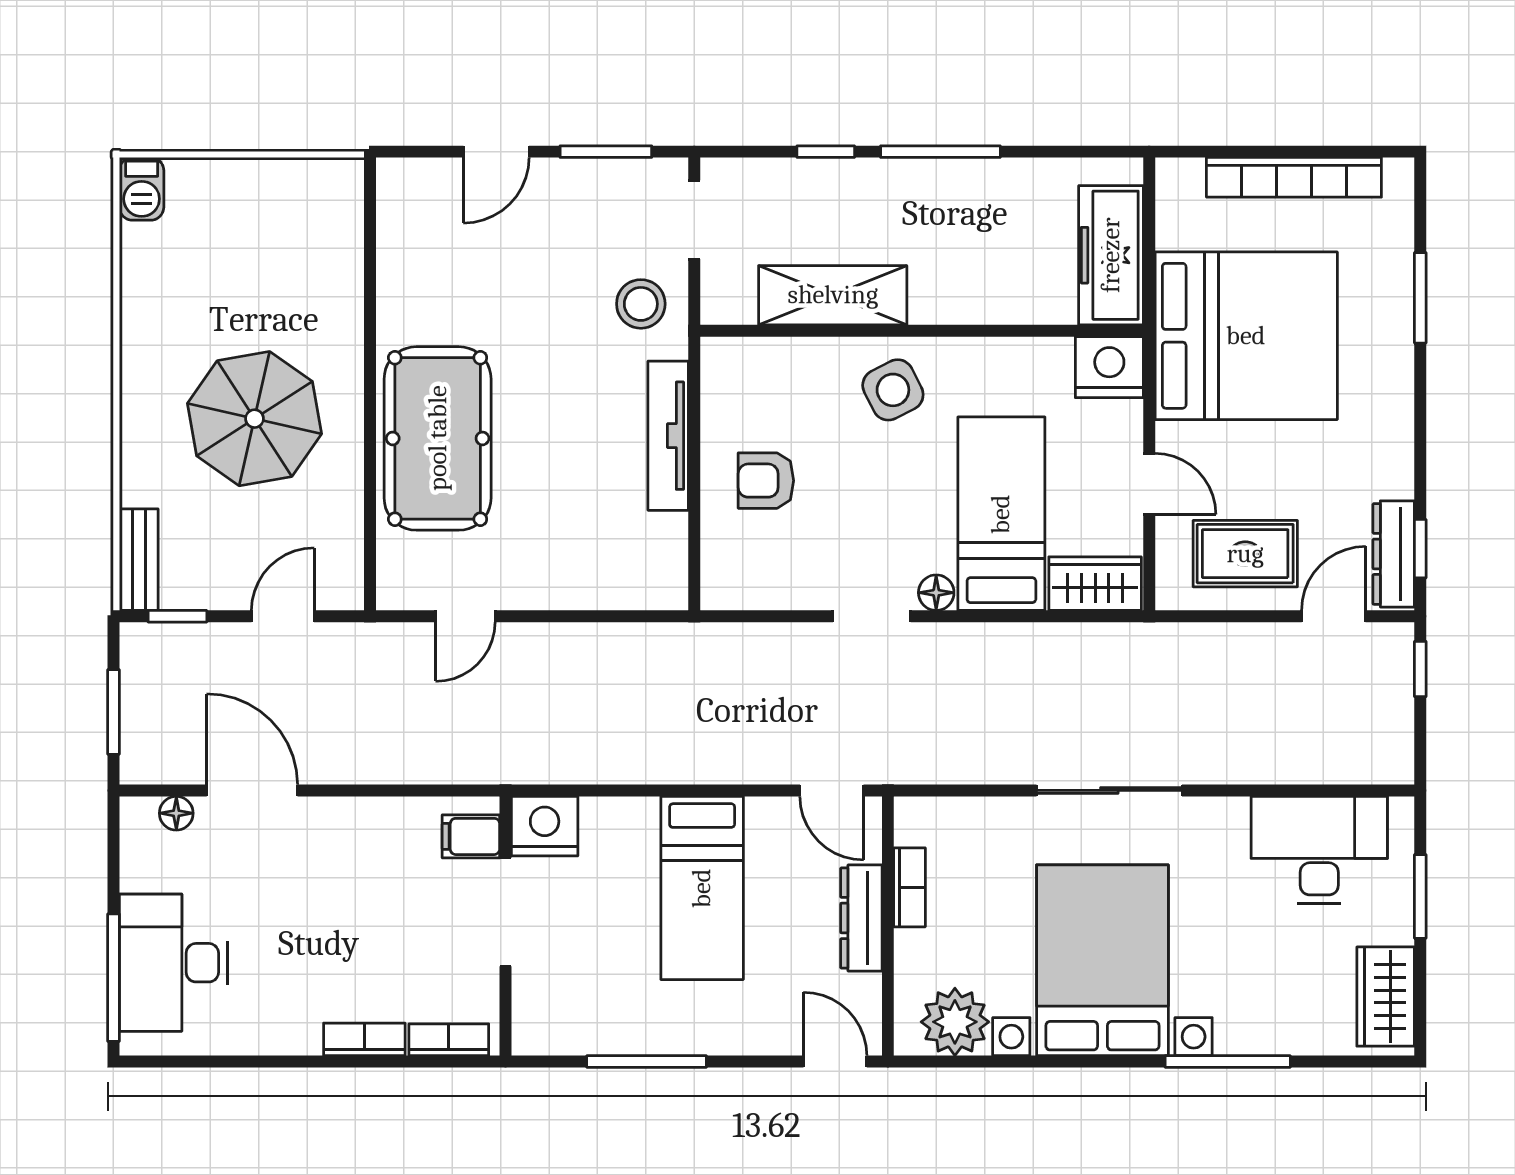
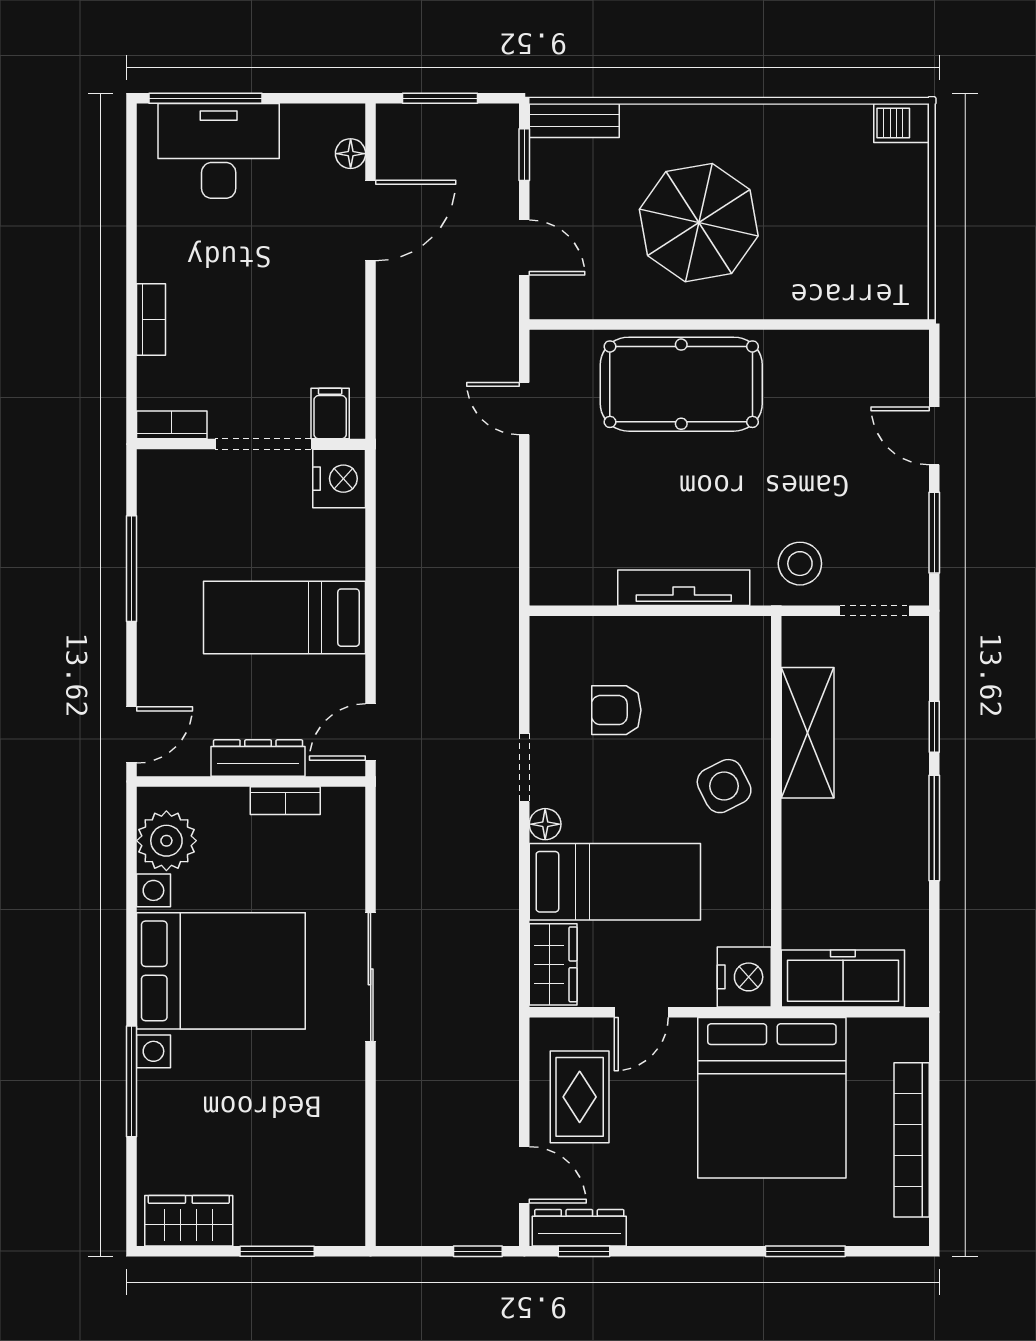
armchair: (766, 481) -> (616, 710), moved, turned -90
desk: (1319, 850) -> (318, 1162), removed
bookcase: (449, 1040) -> (172, 425), moved, turned -90

